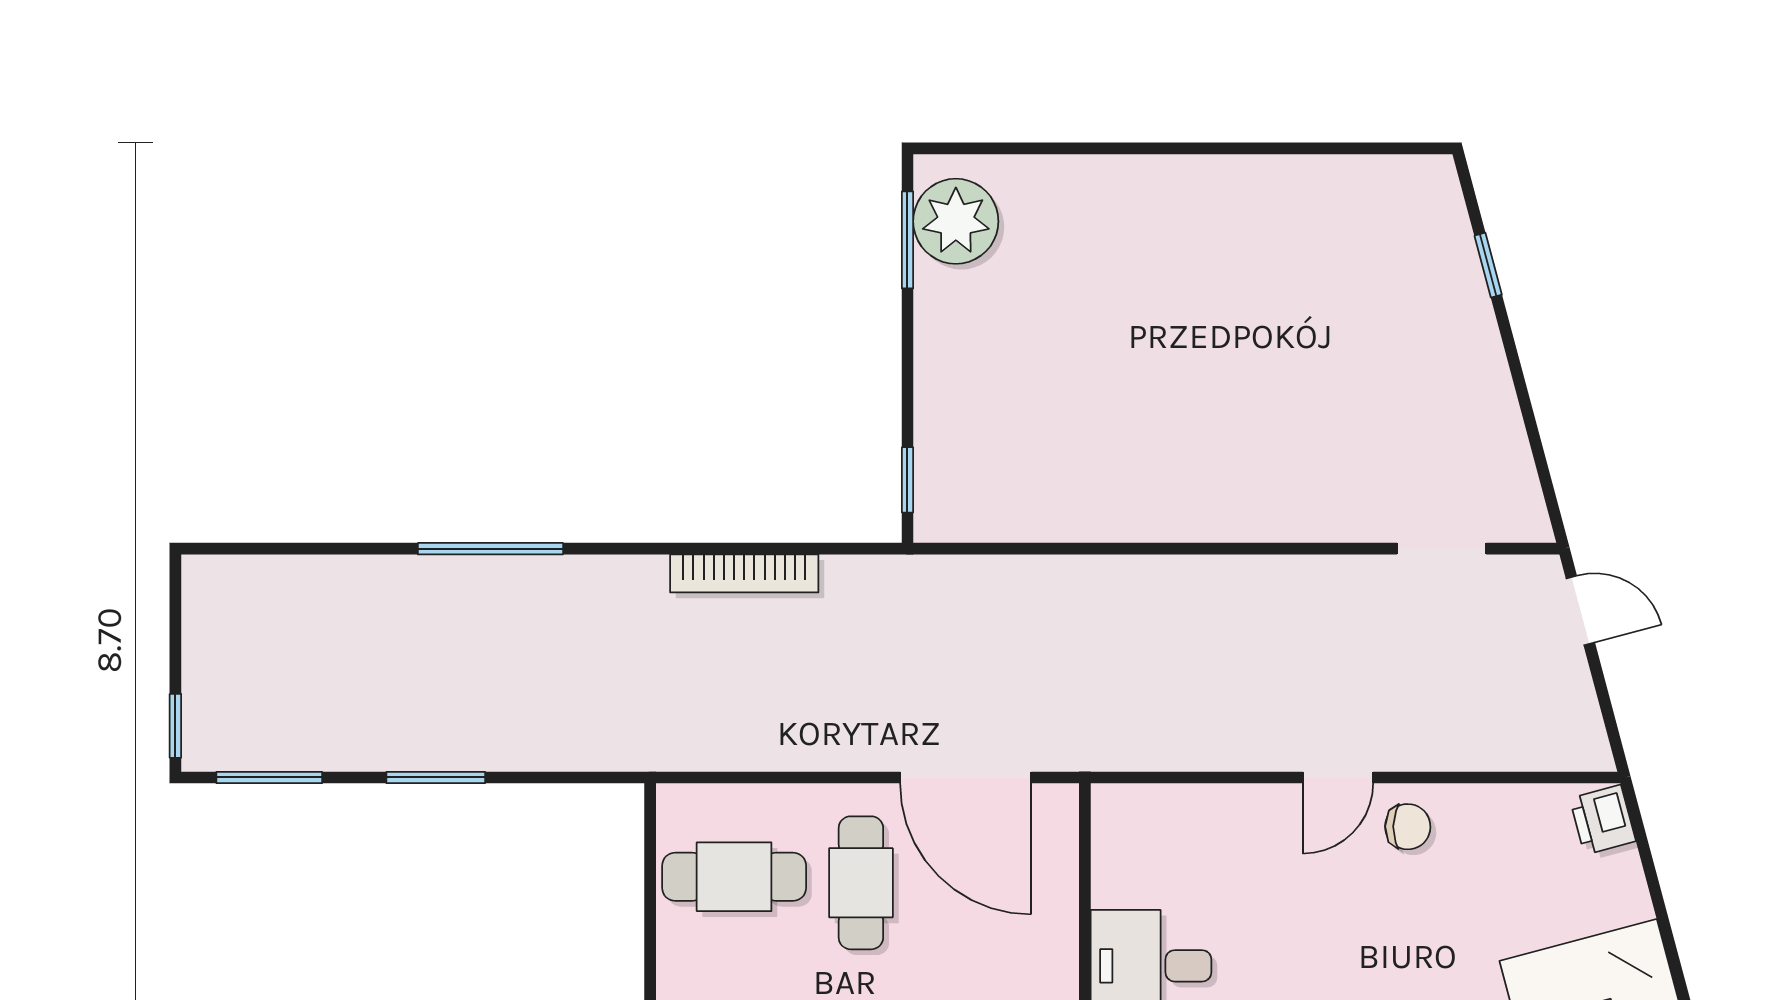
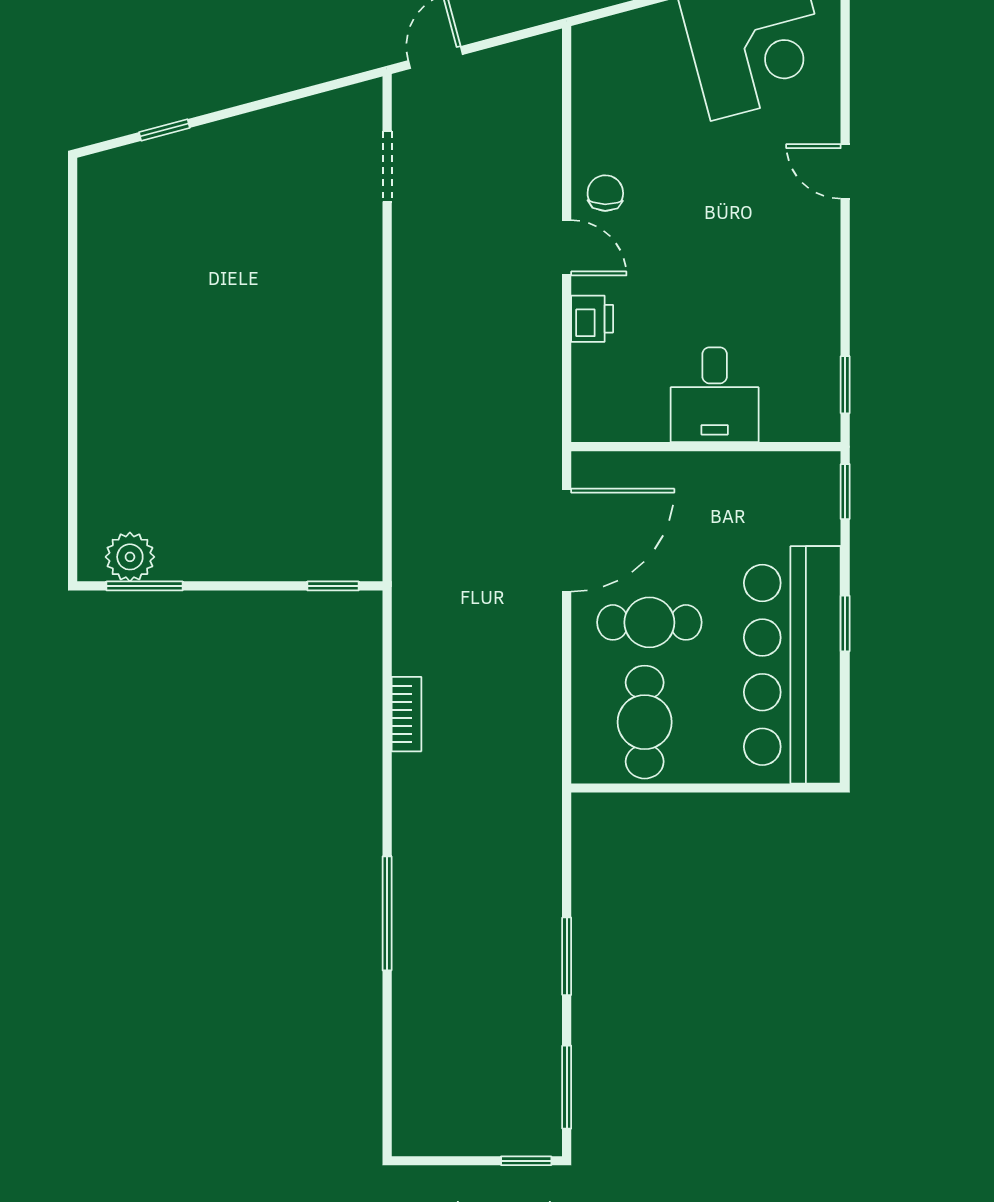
plant: (956, 221) -> (130, 557), width x0.73, depth x0.73
bookcase: (744, 573) -> (406, 714), width x0.64
printer: (1603, 820) -> (592, 319), moved, turned -75

